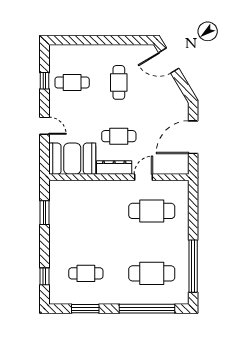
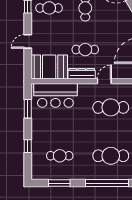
door: (45, 126) -> (28, 41), swing flipped
bar counter: (80, 196) -> (55, 95), added
window: (45, 276) -> (28, 146), moved

